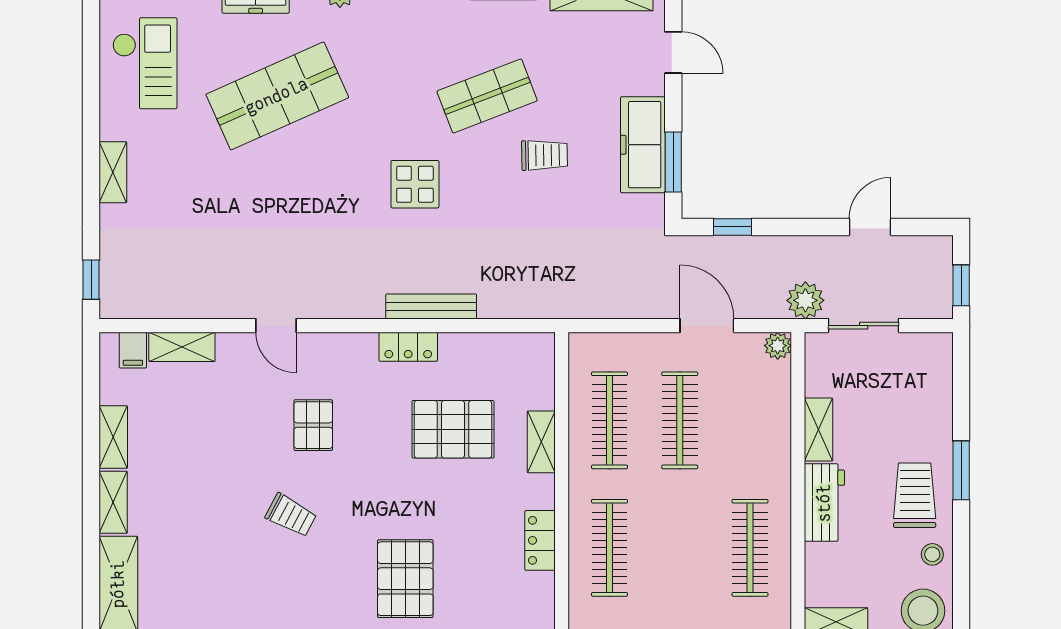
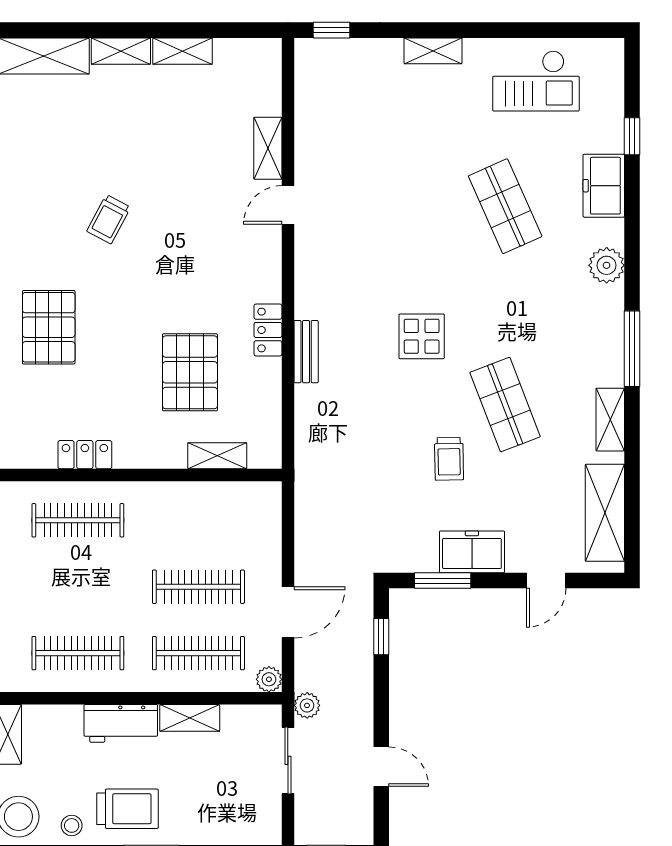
shop shelf: (277, 96) -> (505, 206), width x0.70, depth x0.74
freezer: (643, 145) -> (472, 552), width x0.71
plant: (805, 300) -> (307, 705), width x0.73, depth x0.73
bench: (431, 306) -> (306, 352), width x0.73
shelving: (182, 347) -> (268, 148), moved
filing cabinet: (133, 350) -> (265, 70), removed
clothes rail: (609, 420) -> (198, 653), moved
pallet: (313, 425) -> (194, 240), removed
shelving: (541, 442) -> (217, 456), moved
pallet: (405, 579) -> (49, 327), turned 90

